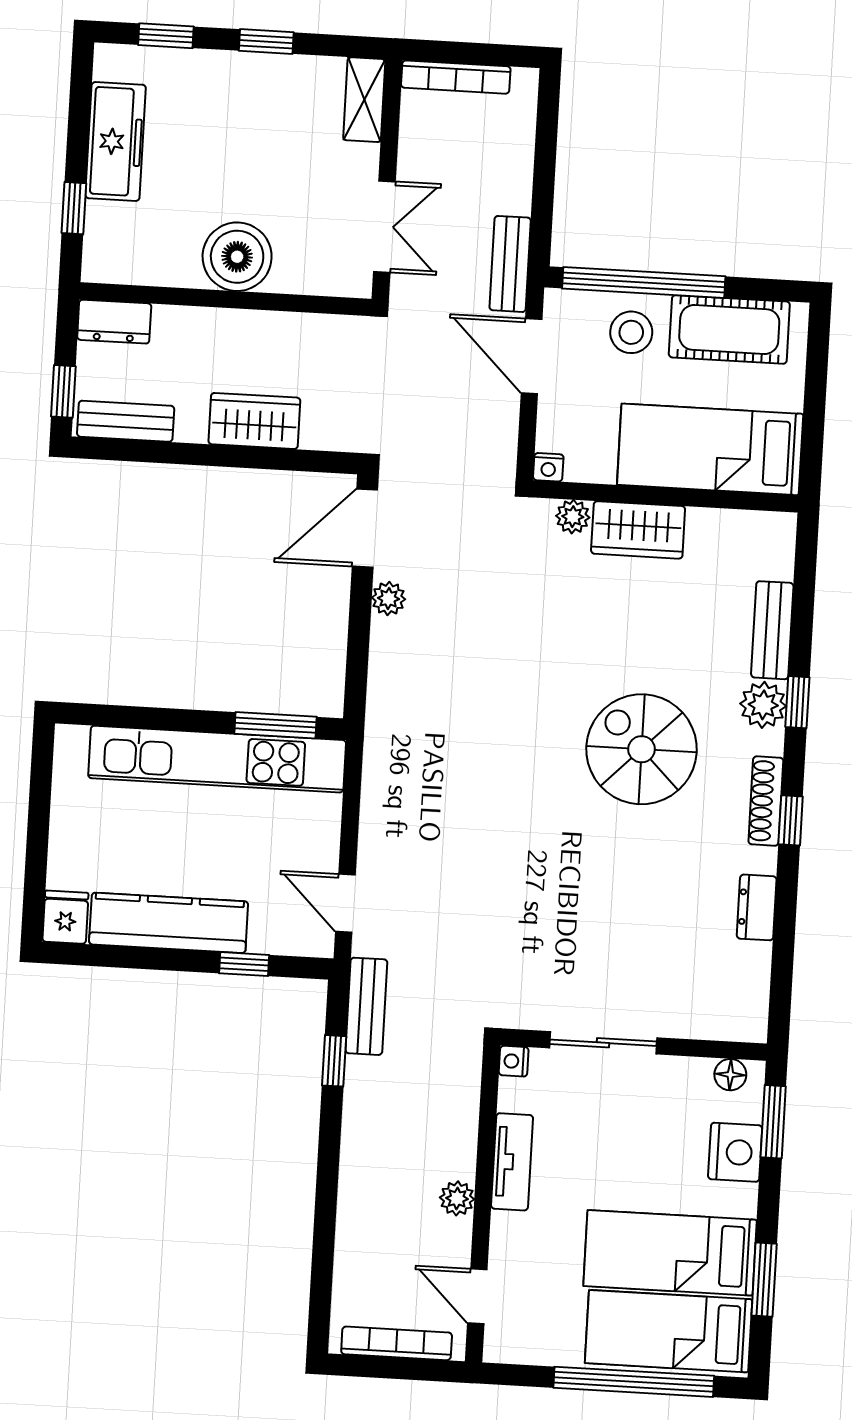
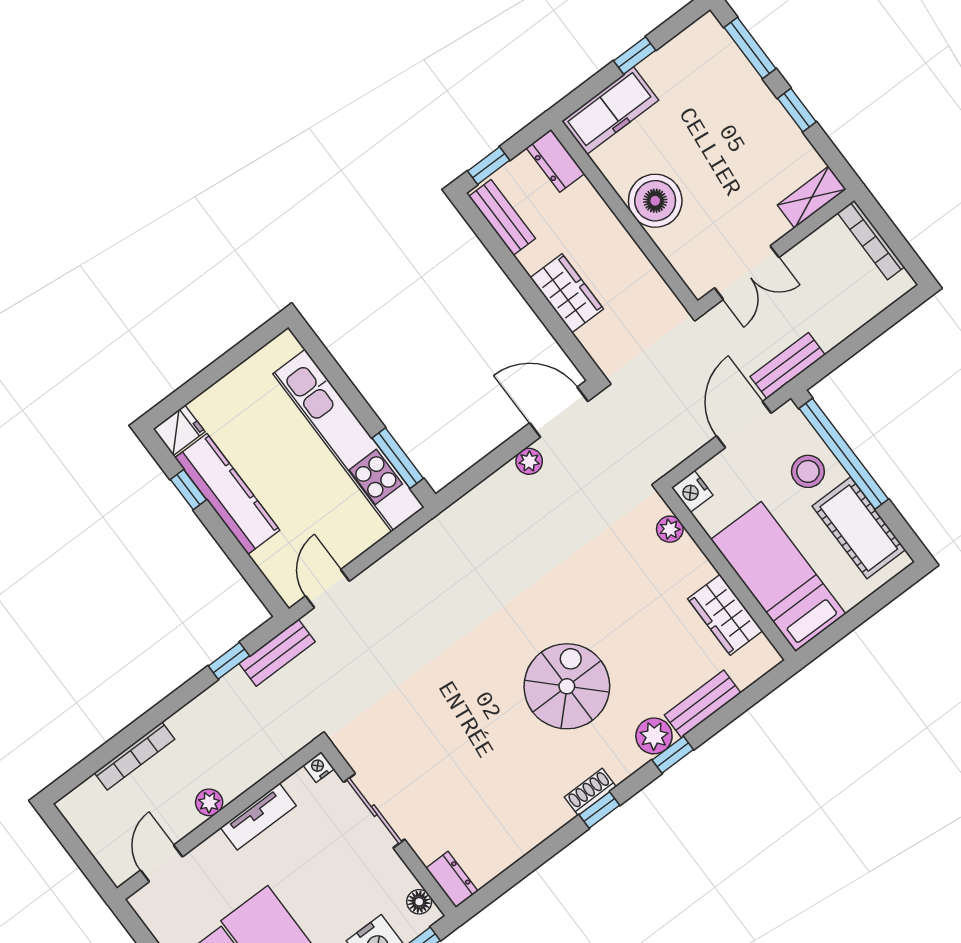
window: (166, 36) -> (750, 48), width x1.50
freezer: (116, 142) -> (610, 110), moved
window: (74, 208) -> (635, 55), moved
nightstand: (548, 467) -> (692, 491), width x1.39, depth x1.35
wardrobe: (638, 530) -> (725, 615), moved
shoe rack: (766, 801) -> (590, 792), width x0.70
dresser: (757, 907) -> (452, 880), moved, turned 90
window: (244, 964) -> (188, 490), moved
bookcase: (397, 1343) -> (134, 756), moved, turned 90

